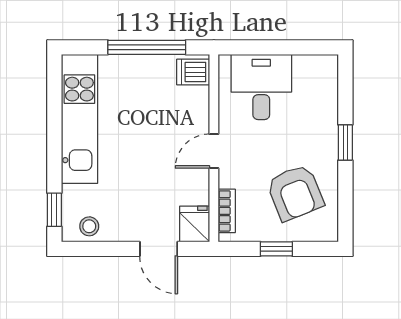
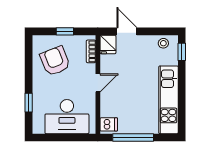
desk: (261, 87) -> (67, 117), width x1.37
window: (345, 142) -> (29, 103), moved

